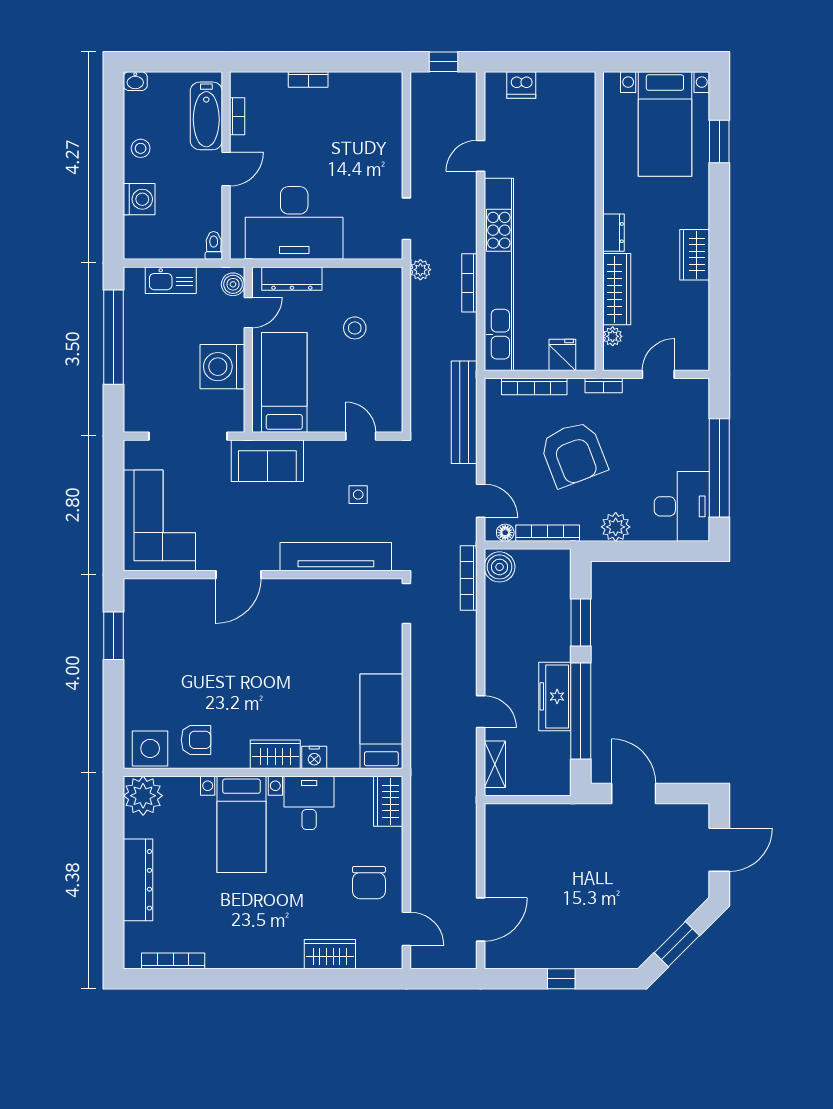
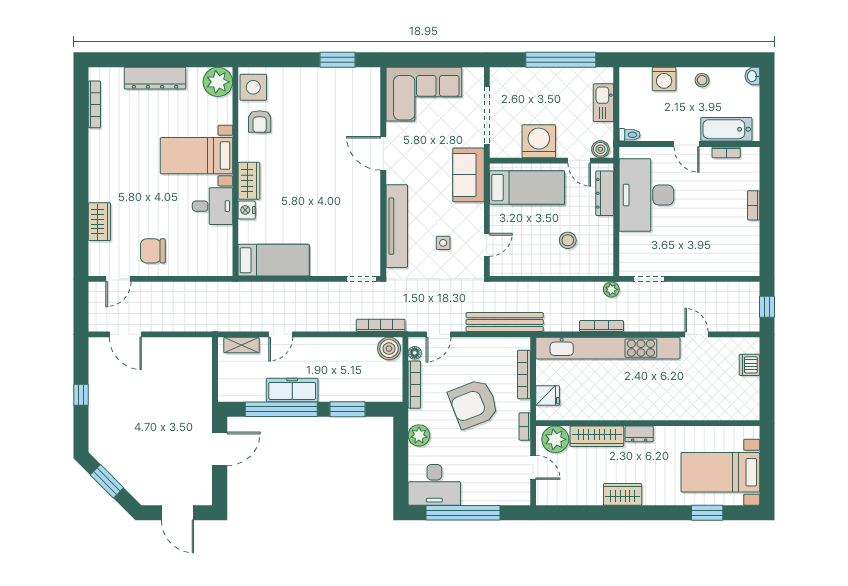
plant: (613, 336) -> (555, 439), width x1.88, depth x1.88
wardrobe: (388, 801) -> (214, 265), removed

